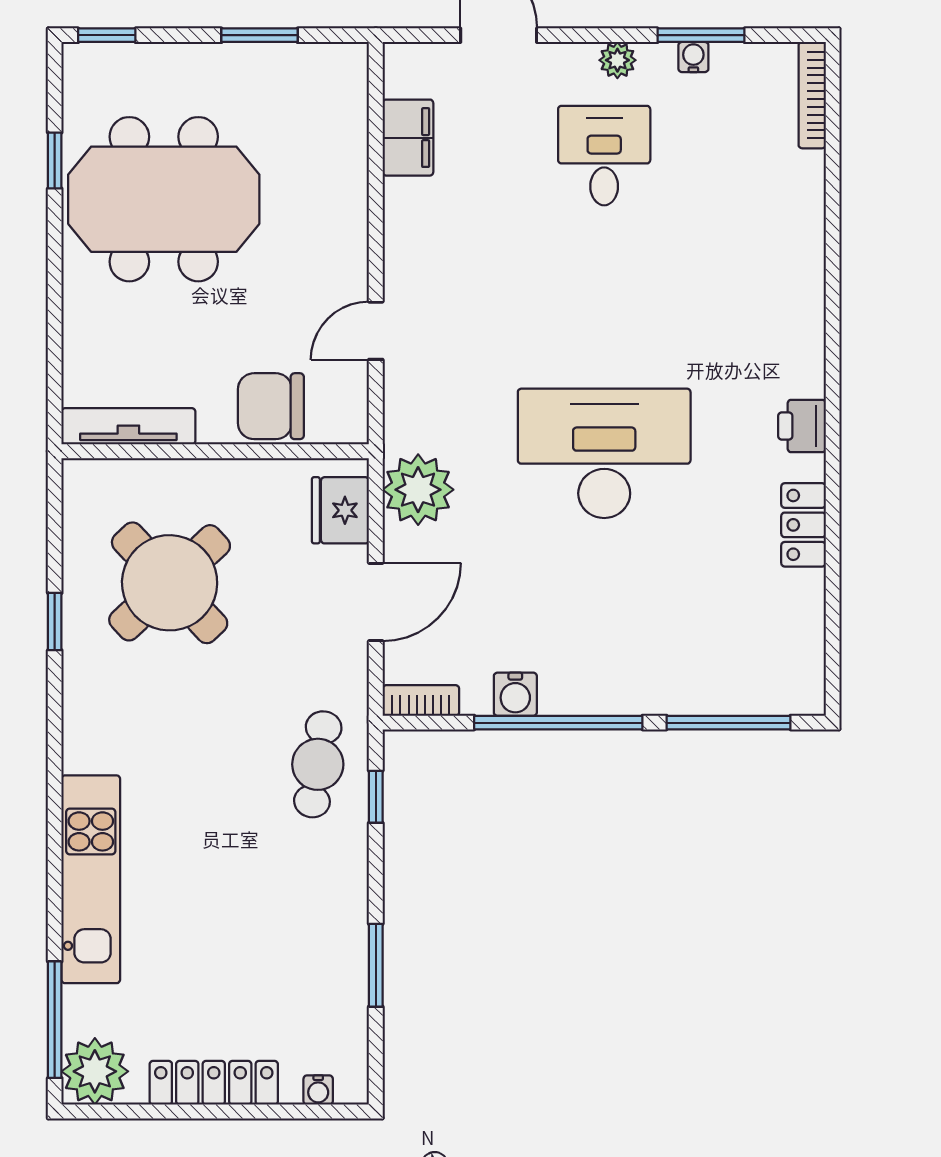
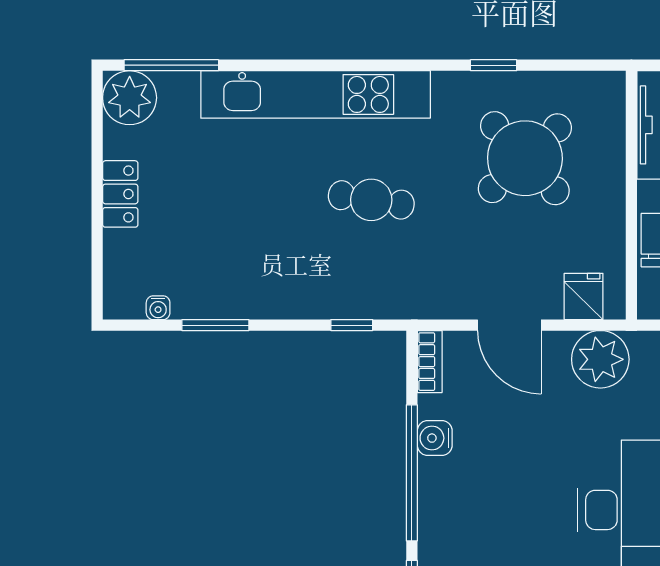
fridge: (340, 510) -> (584, 296), width x0.72
cafe table: (318, 764) -> (371, 200), moved
kitchen unit: (91, 879) -> (316, 94), width x1.36
locker: (214, 1083) -> (120, 194), width x0.66
water cooler: (318, 1090) -> (158, 308), moved, turned -90

